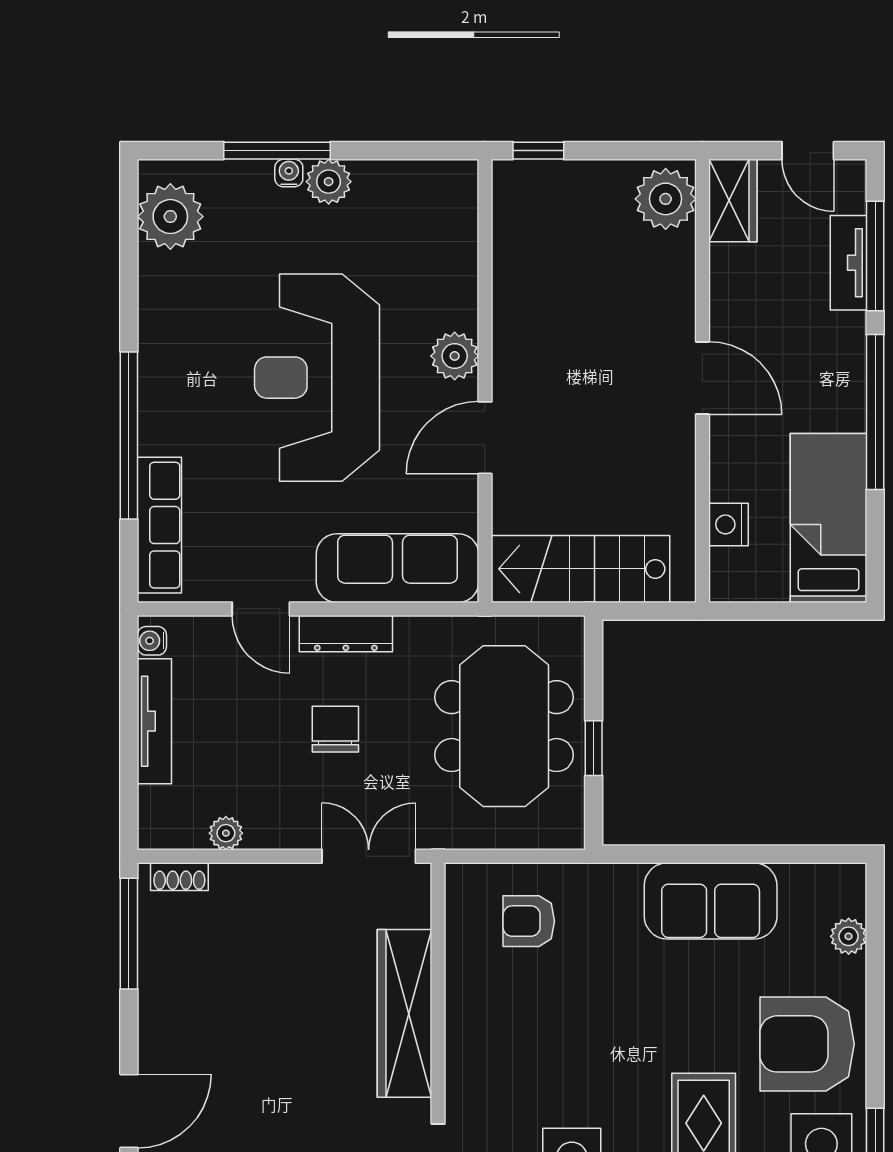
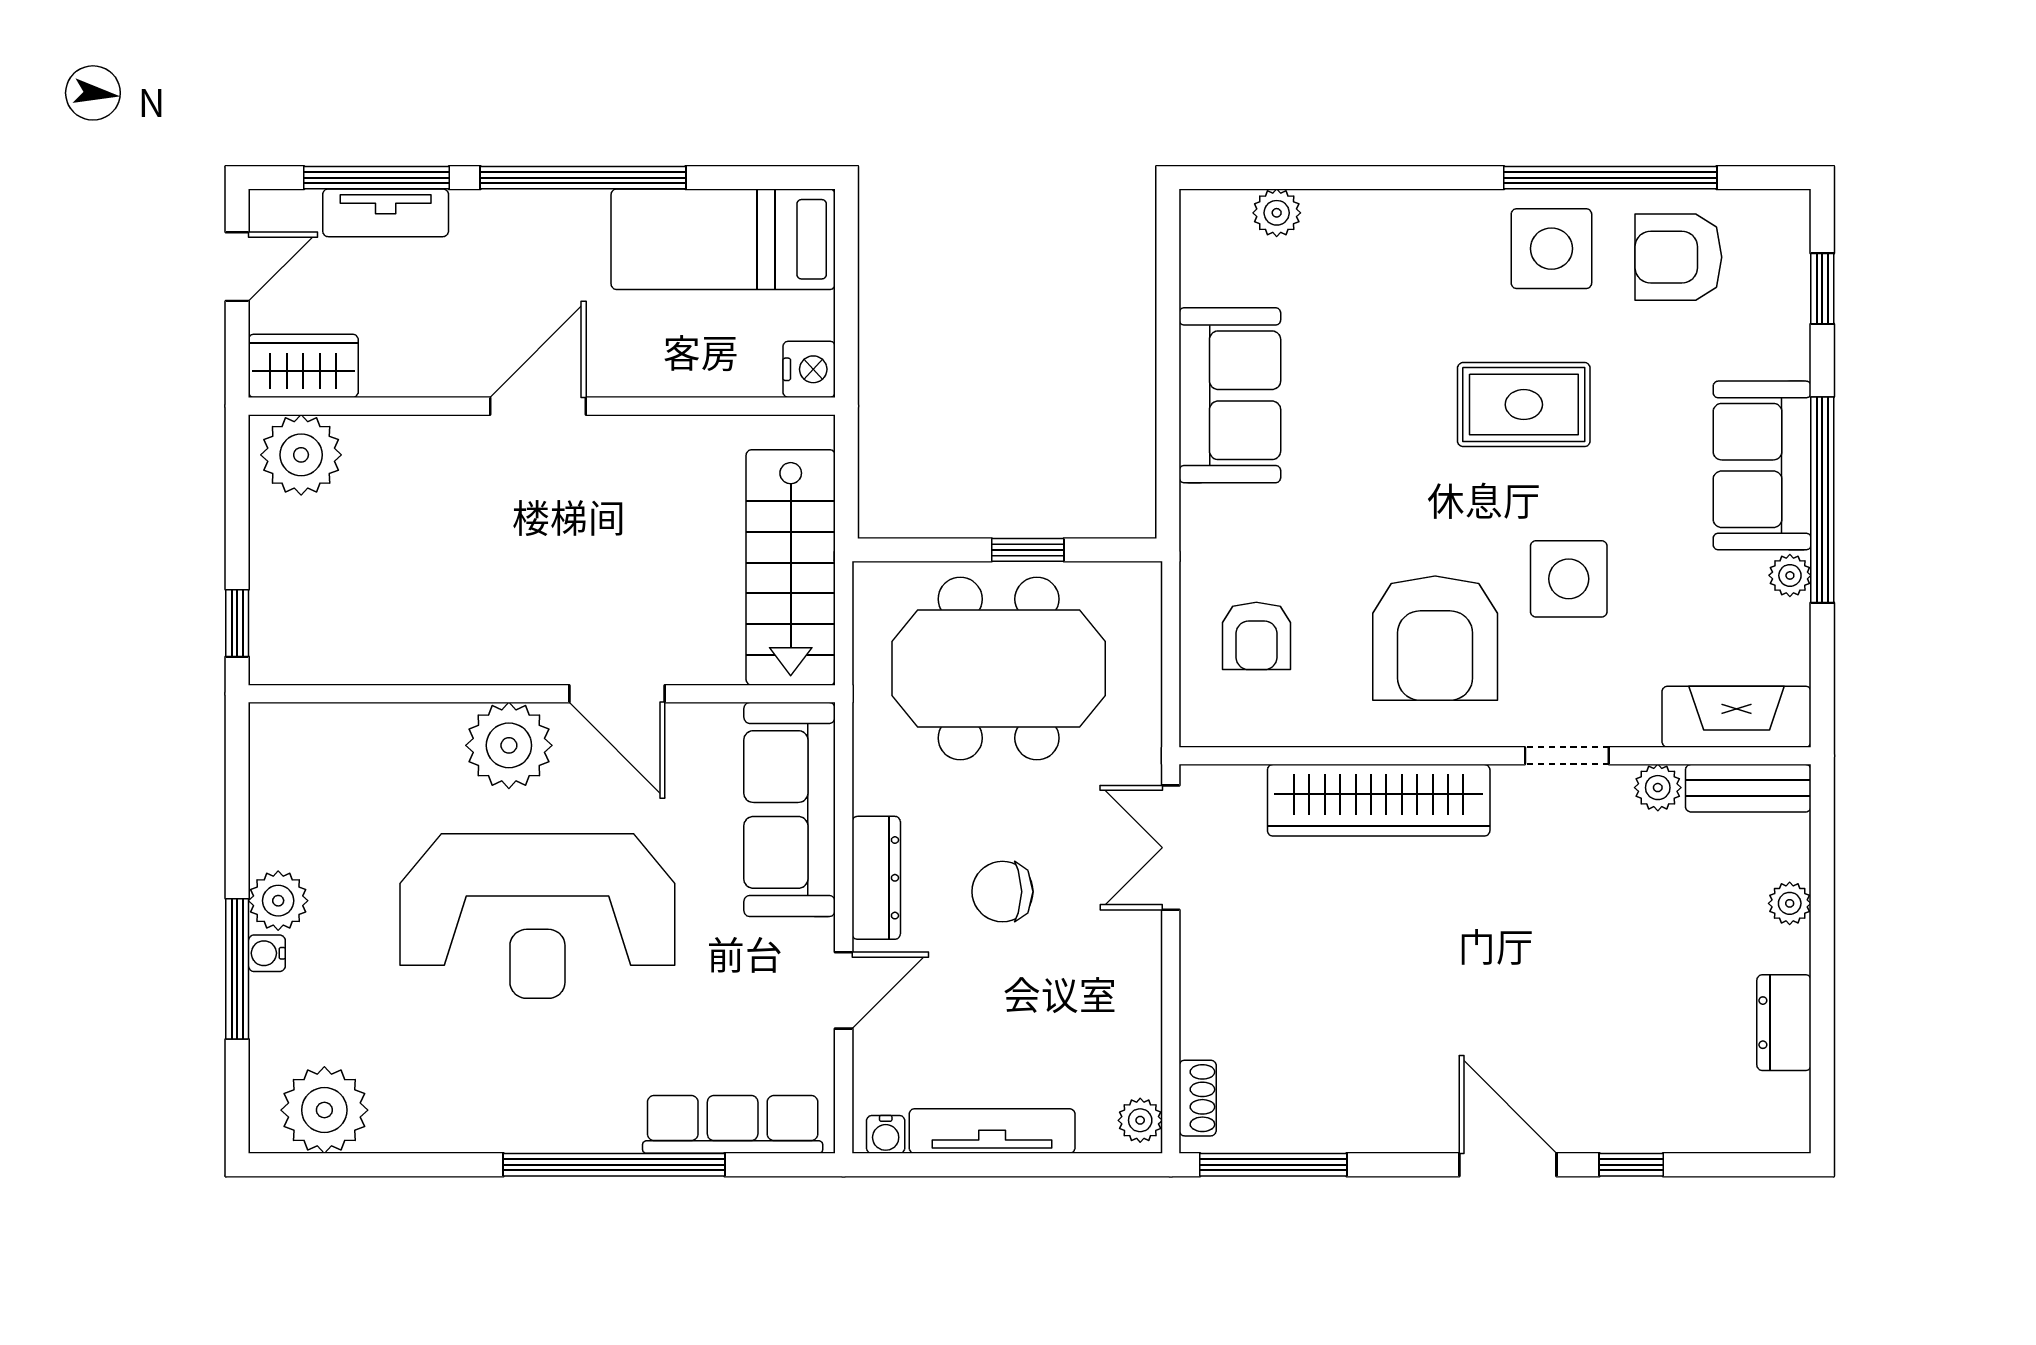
plant: (455, 356) -> (509, 745), width x1.36, depth x1.36
nightstand: (728, 524) -> (809, 369), moved, turned -90
plant: (226, 833) -> (1140, 1120), moved
armchair: (807, 1044) -> (1435, 638), moved

